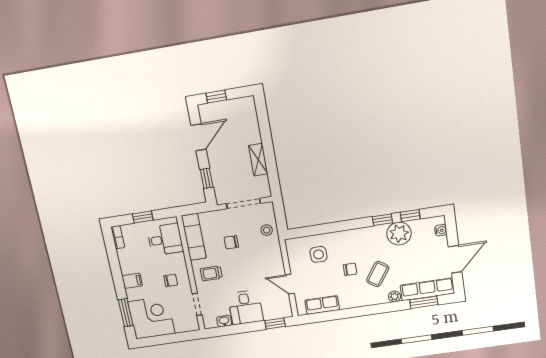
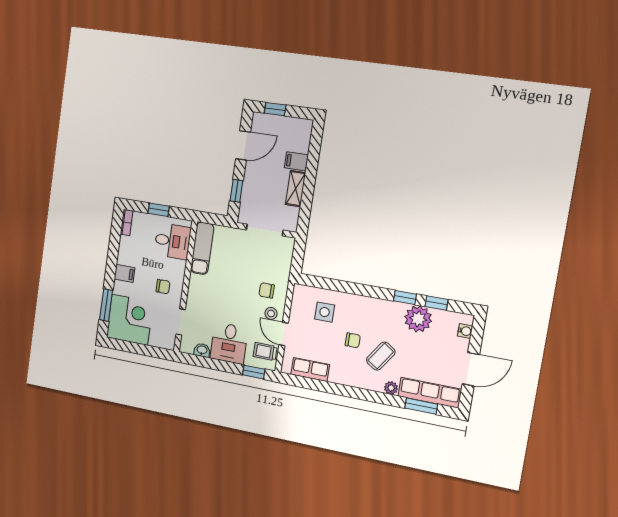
filing cabinet: (251, 136) -> (296, 161), added
stool: (267, 230) -> (271, 313), moved
chair: (231, 242) -> (267, 290), moved
trolley: (211, 273) -> (265, 352), moved

